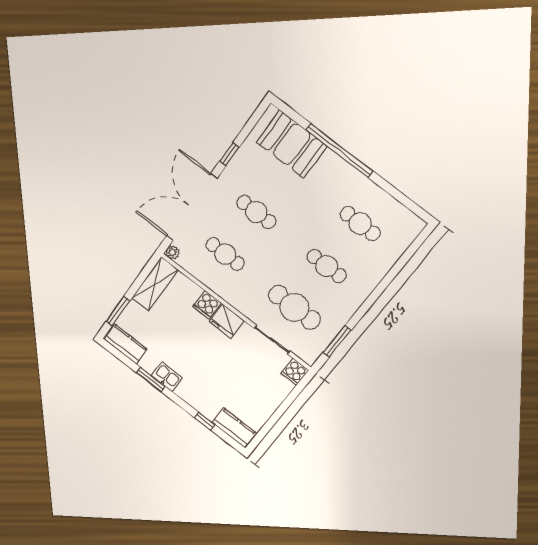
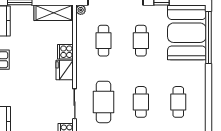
booth: (292, 144) -> (187, 33), width x1.36, depth x1.42
window: (340, 151) -> (209, 37), moved

